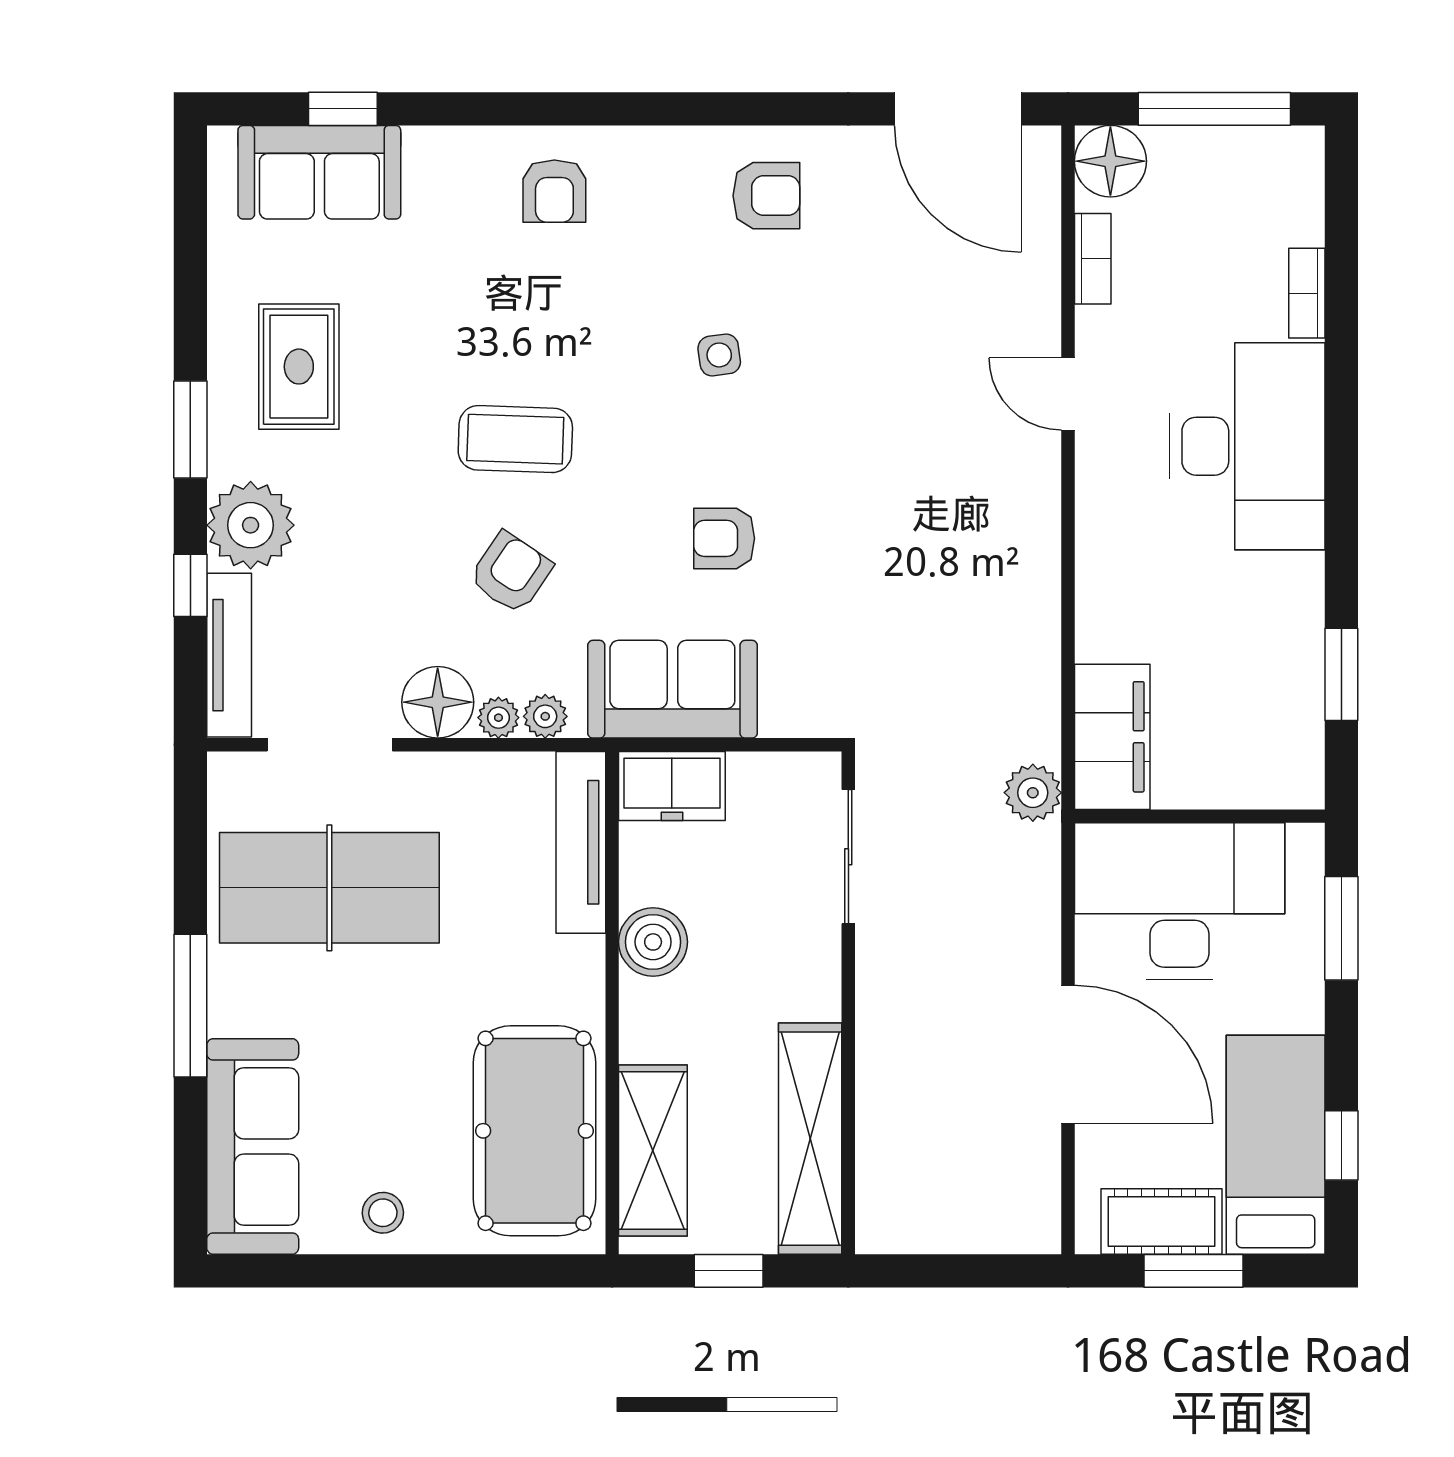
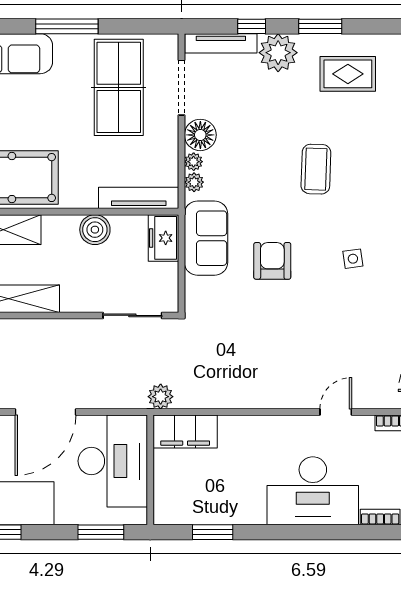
armchair: (724, 538) -> (272, 261), width x1.38, depth x1.38
armchair: (511, 573) -> (257, 167), removed

